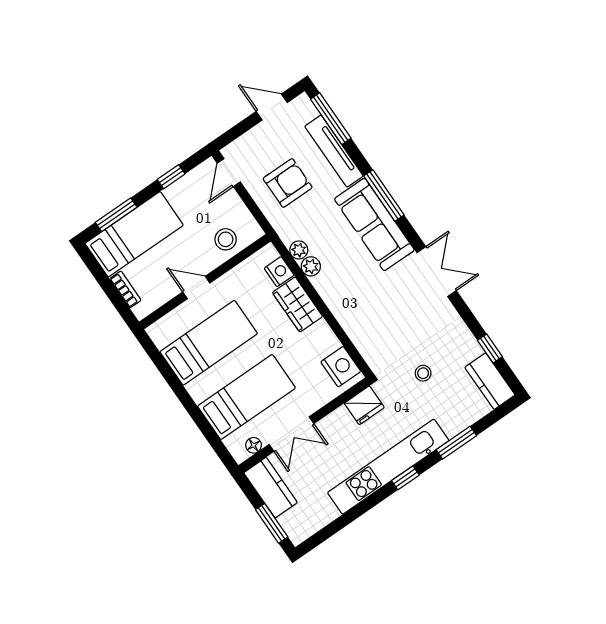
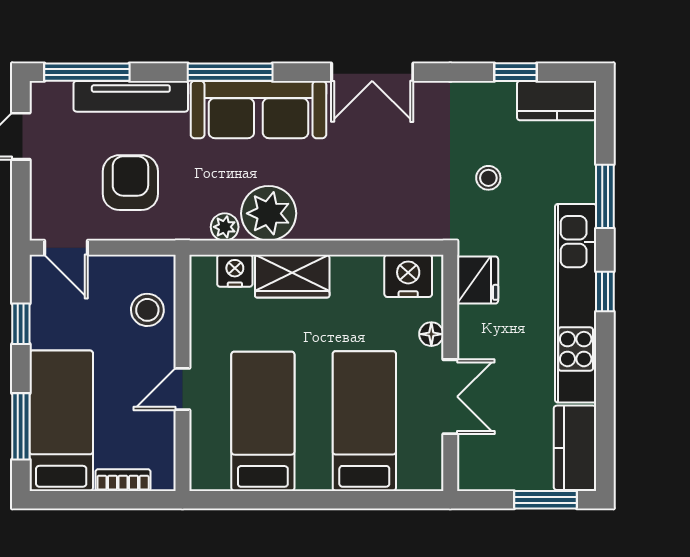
plant: (311, 266) -> (269, 213), width x1.87, depth x1.87
double door: (437, 272) -> (372, 72), swing flipped
floor lamp: (254, 445) -> (431, 334), moved
kitchen counter: (271, 488) -> (575, 448), moved, turned -90

